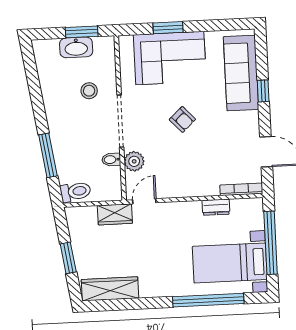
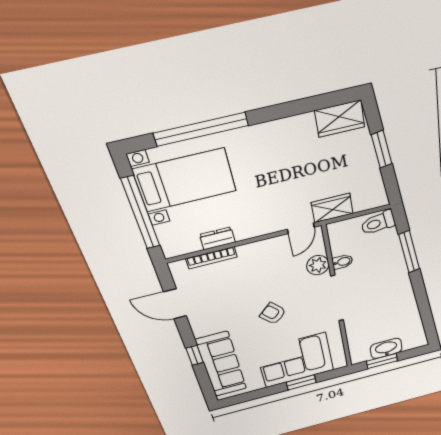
stool: (89, 91) -> (371, 317), removed
bookcase: (241, 189) -> (212, 258), moved
wardrobe: (110, 289) -> (340, 119), width x0.67

